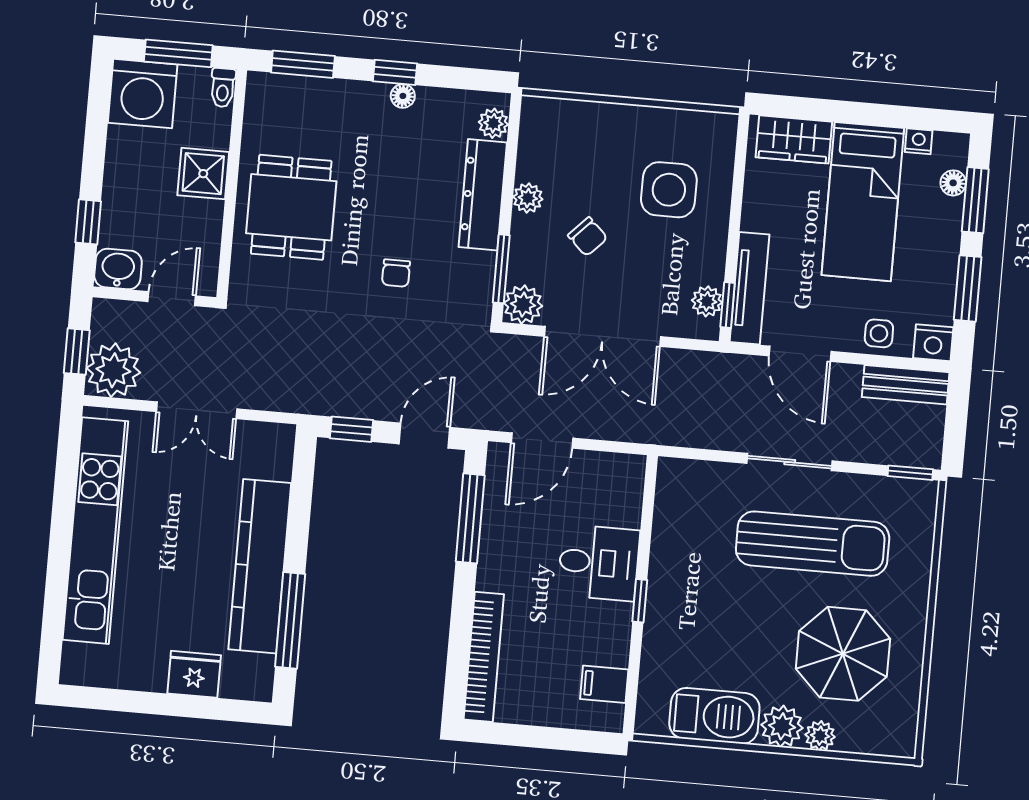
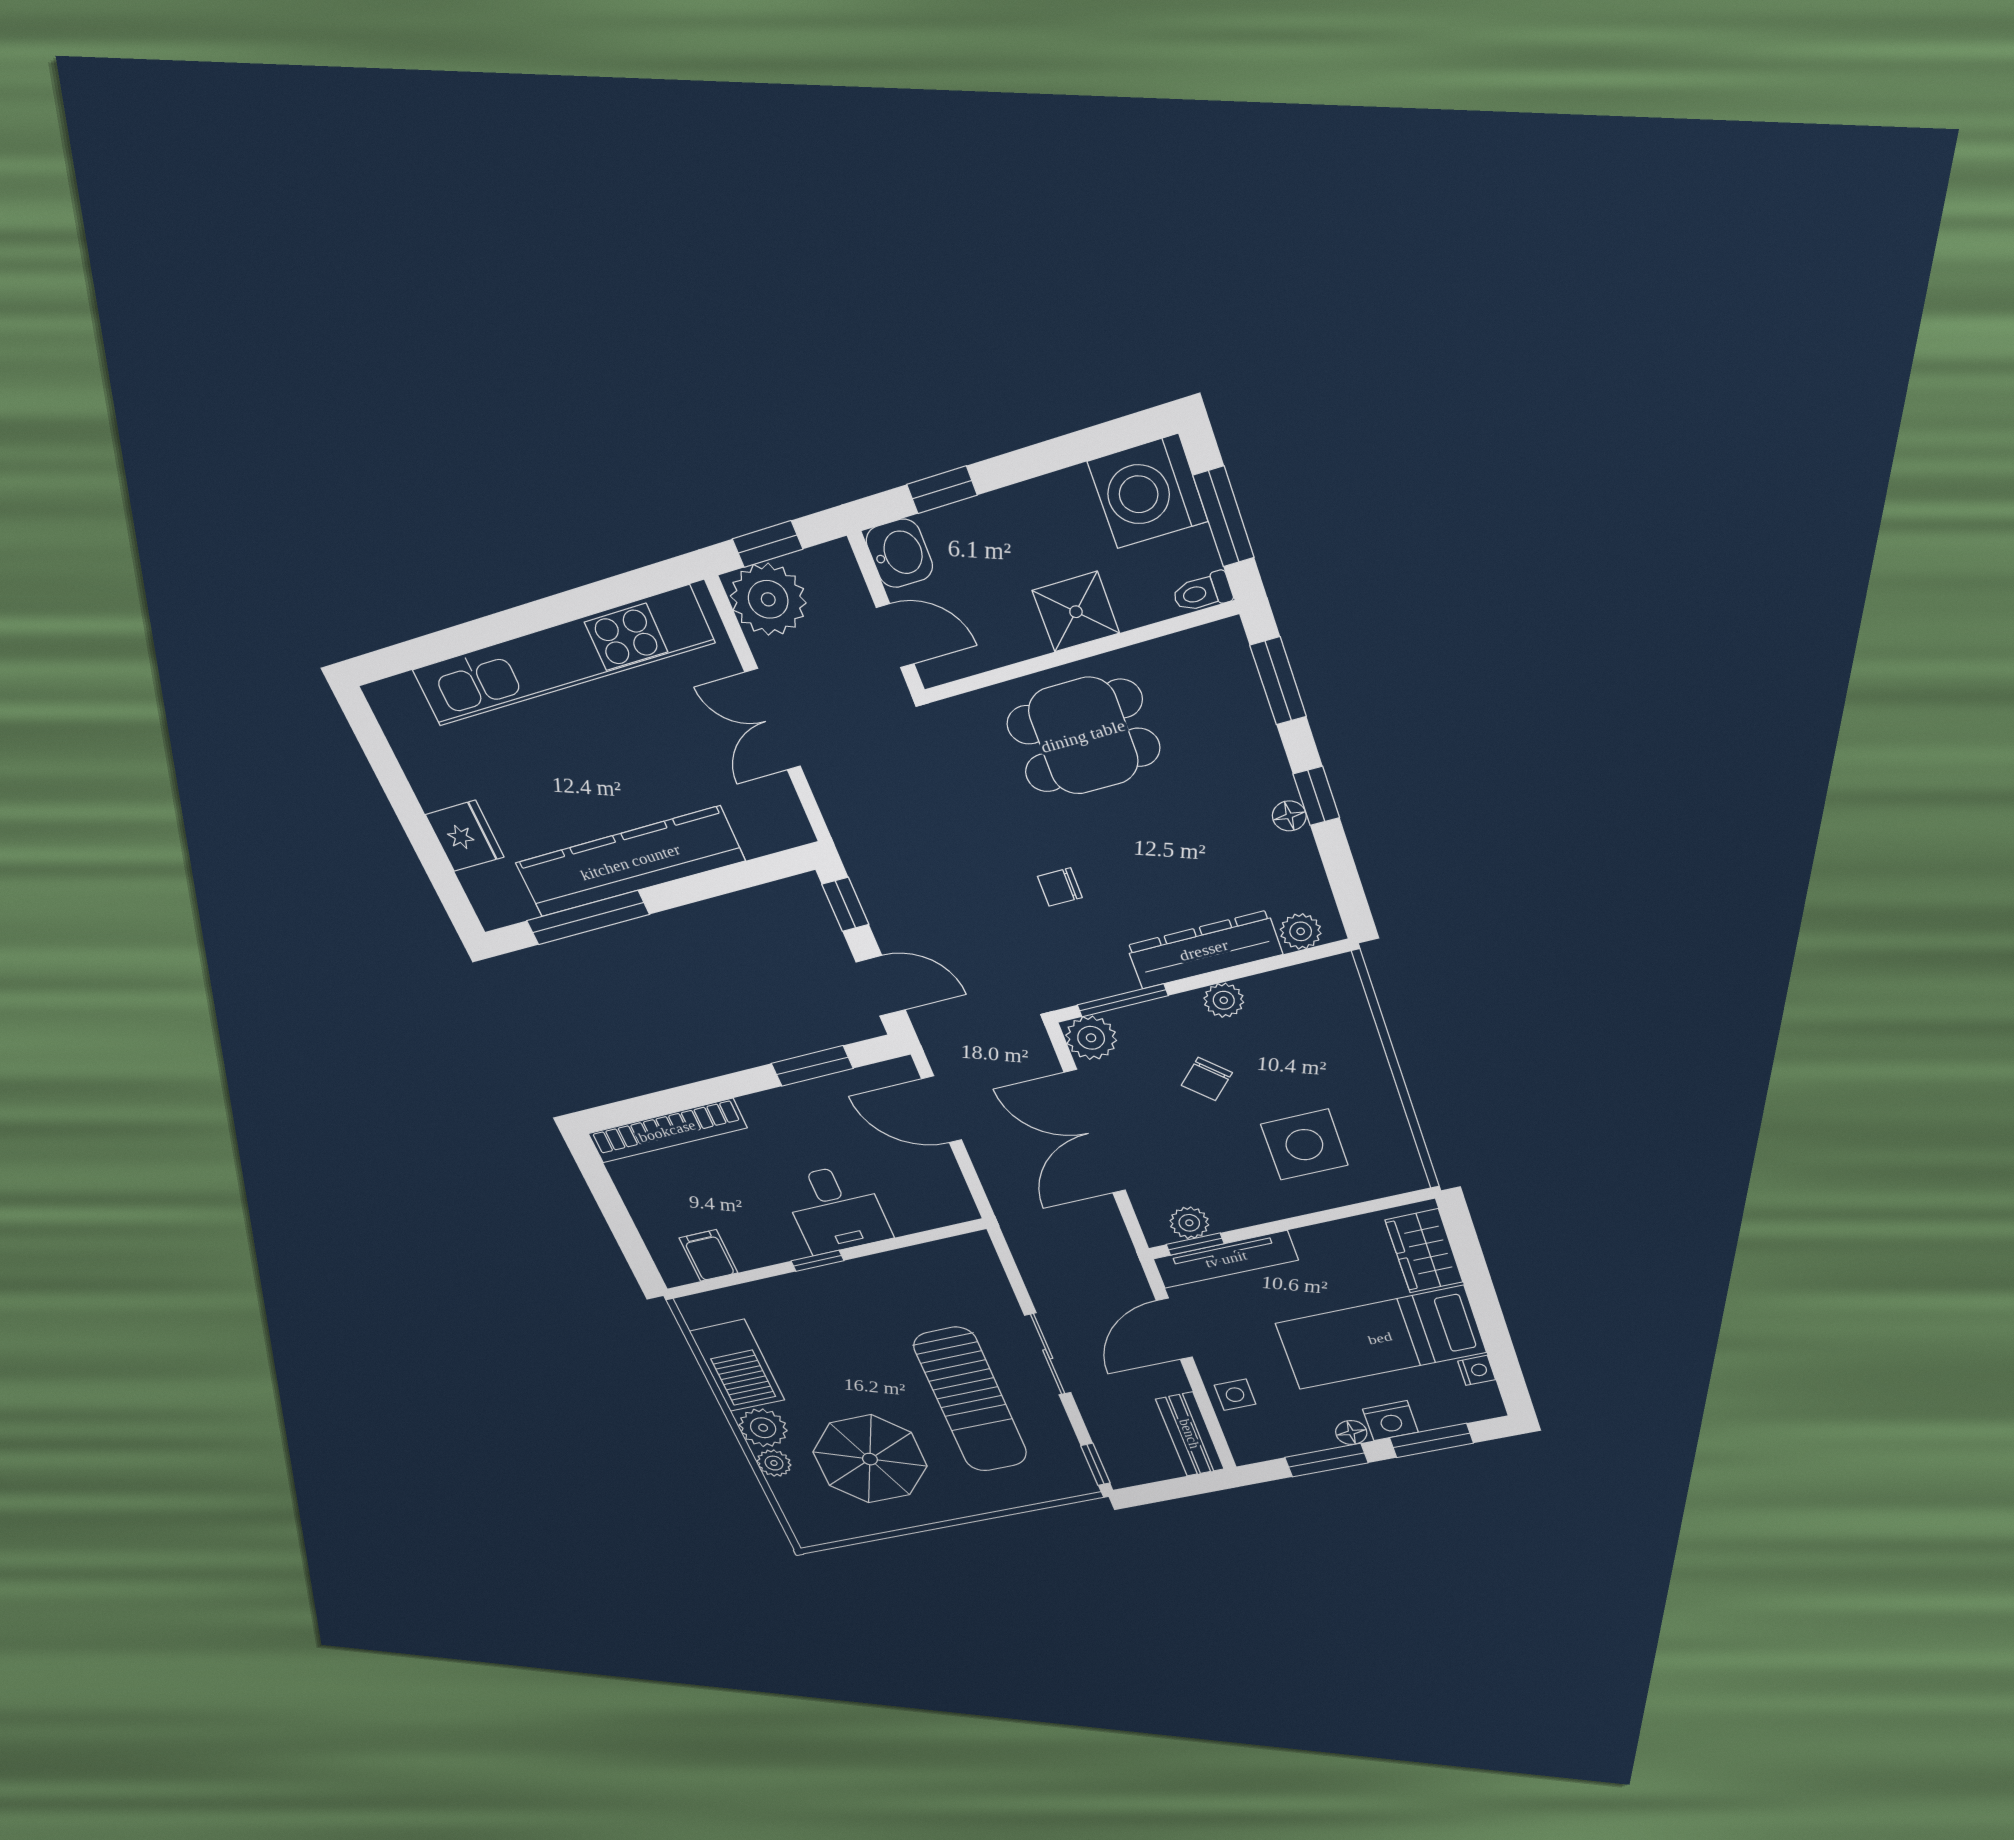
floor lamp: (953, 183) -> (1351, 1432), moved
nightstand: (933, 343) -> (1390, 1421), moved, turned -90
window: (470, 518) -> (812, 1066), width x0.69

